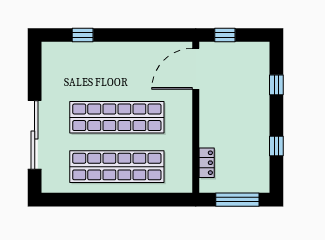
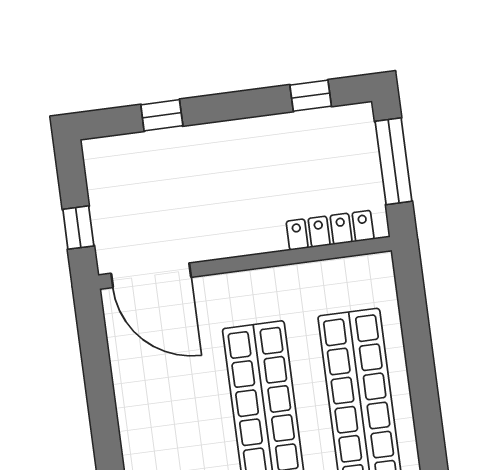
window: (276, 146) -> (311, 96), moved
locker: (207, 163) -> (330, 230), width x1.53

